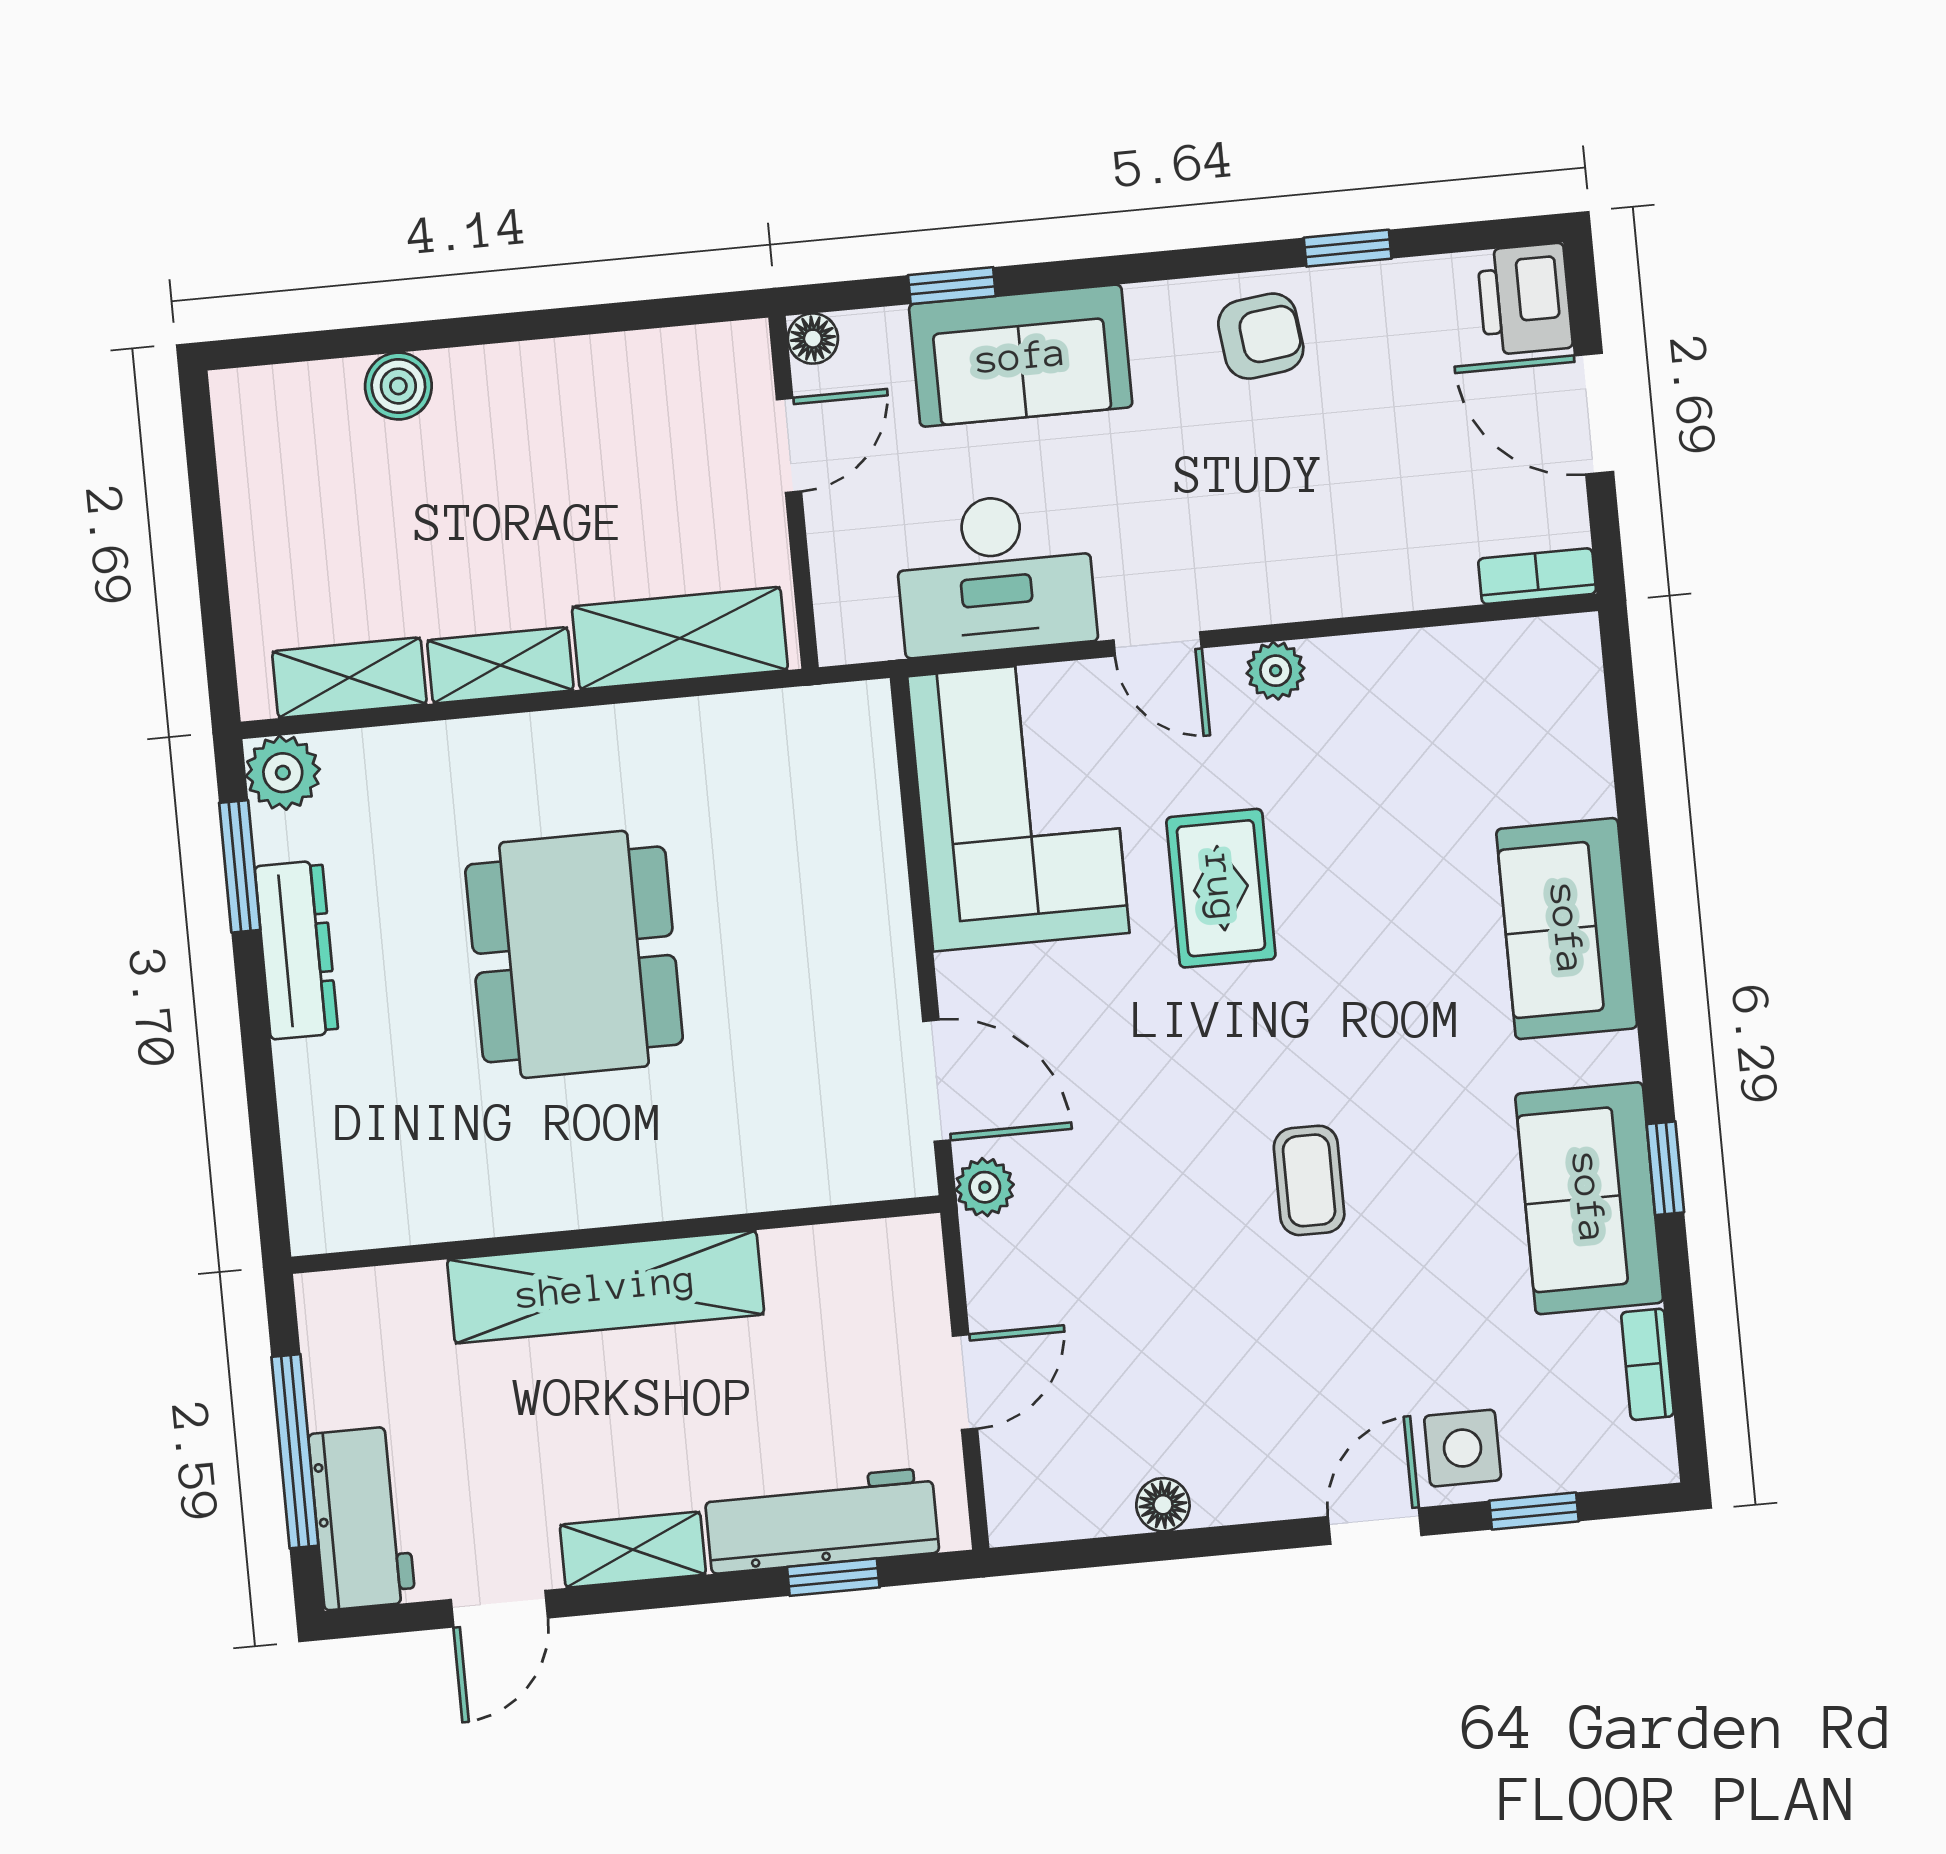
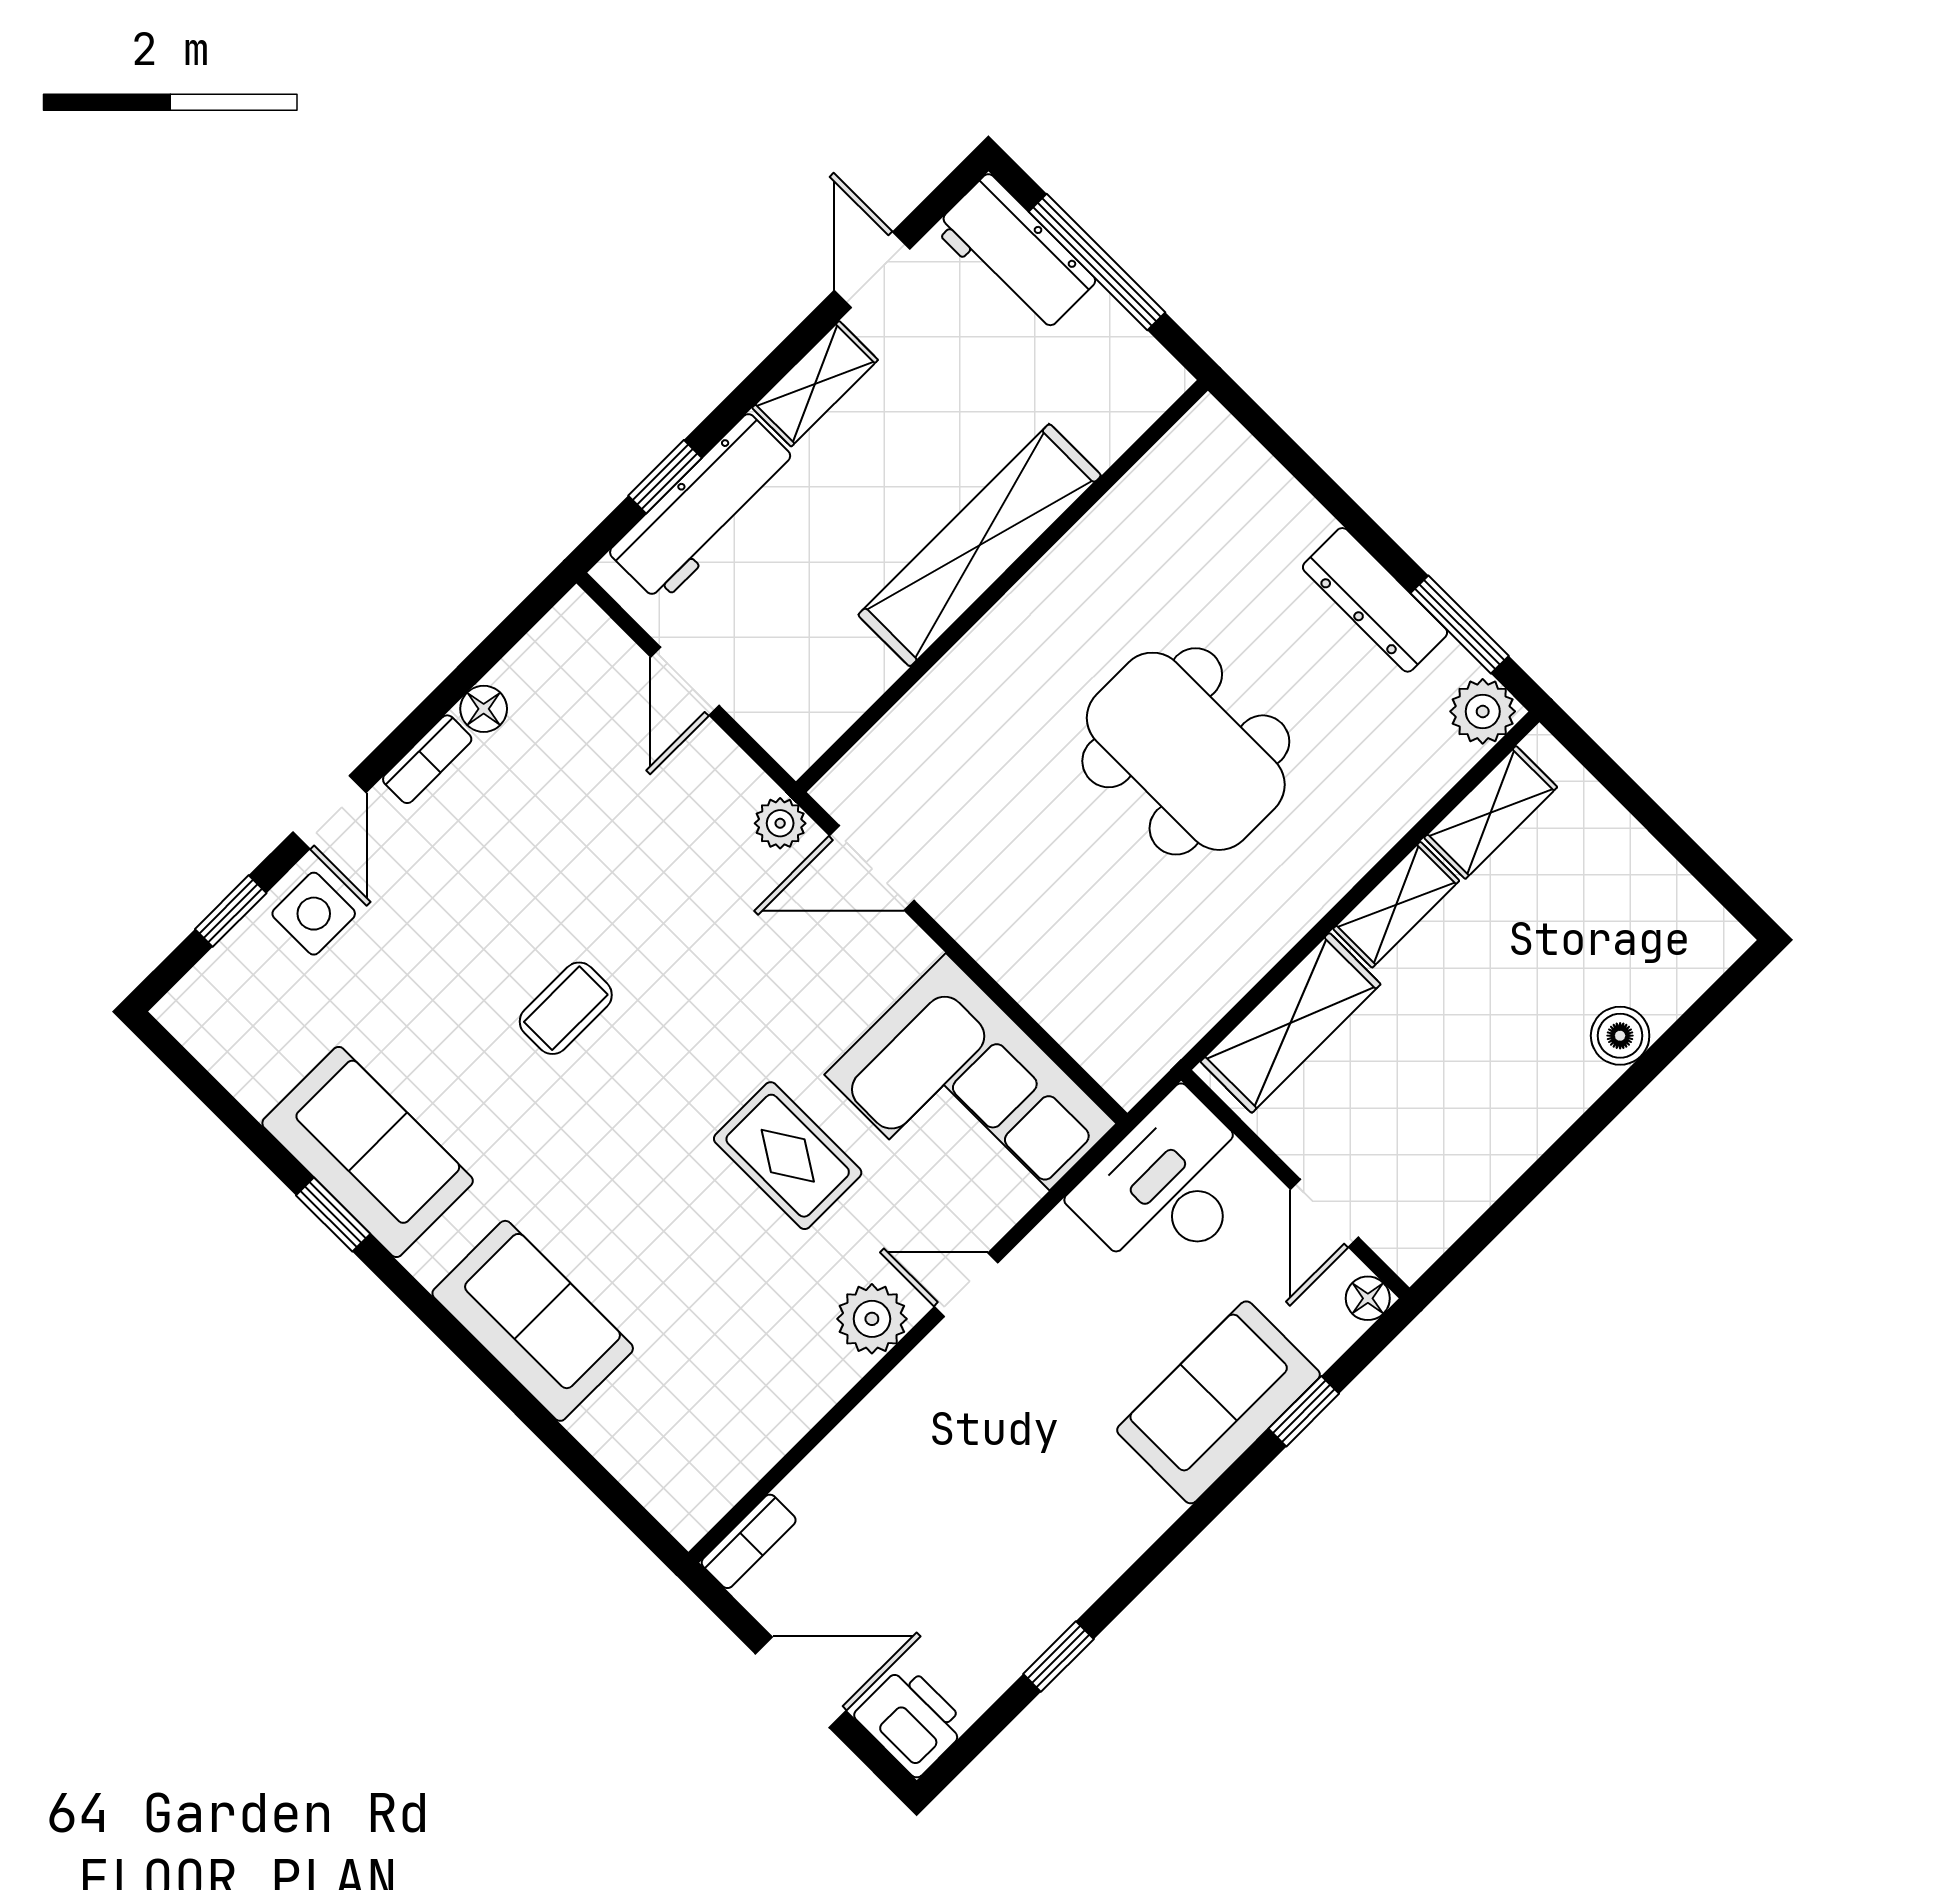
armchair: (1261, 336) -> (1068, 1549), removed
desk: (995, 574) -> (1168, 1187), moved
plant: (1276, 671) -> (872, 1319), width x1.38, depth x1.38
coffee table: (1309, 1180) -> (566, 1008), turned 90
bookcase: (1647, 1364) -> (427, 759), moved, turned 90

